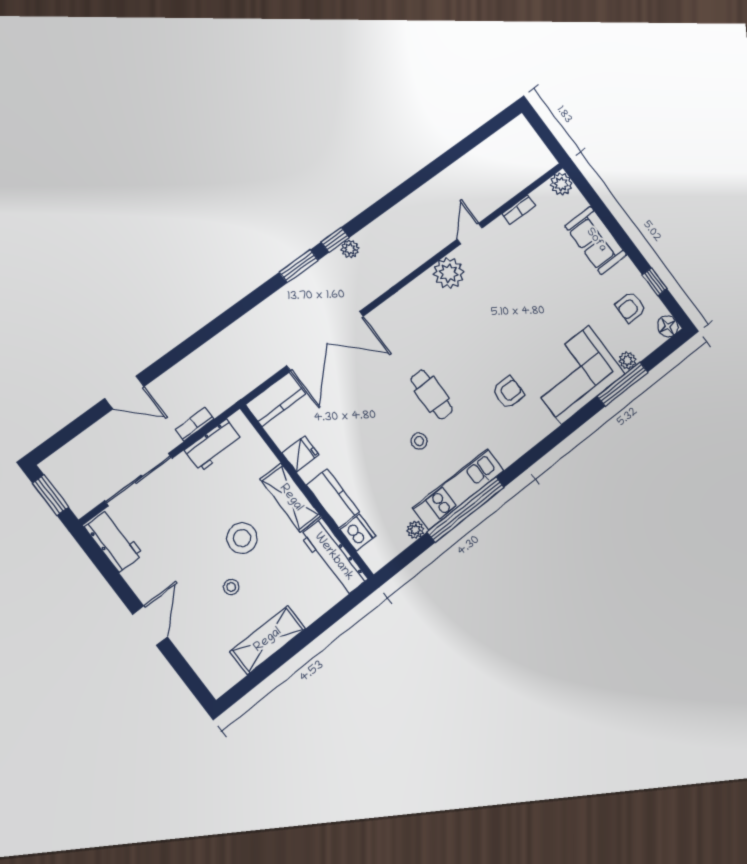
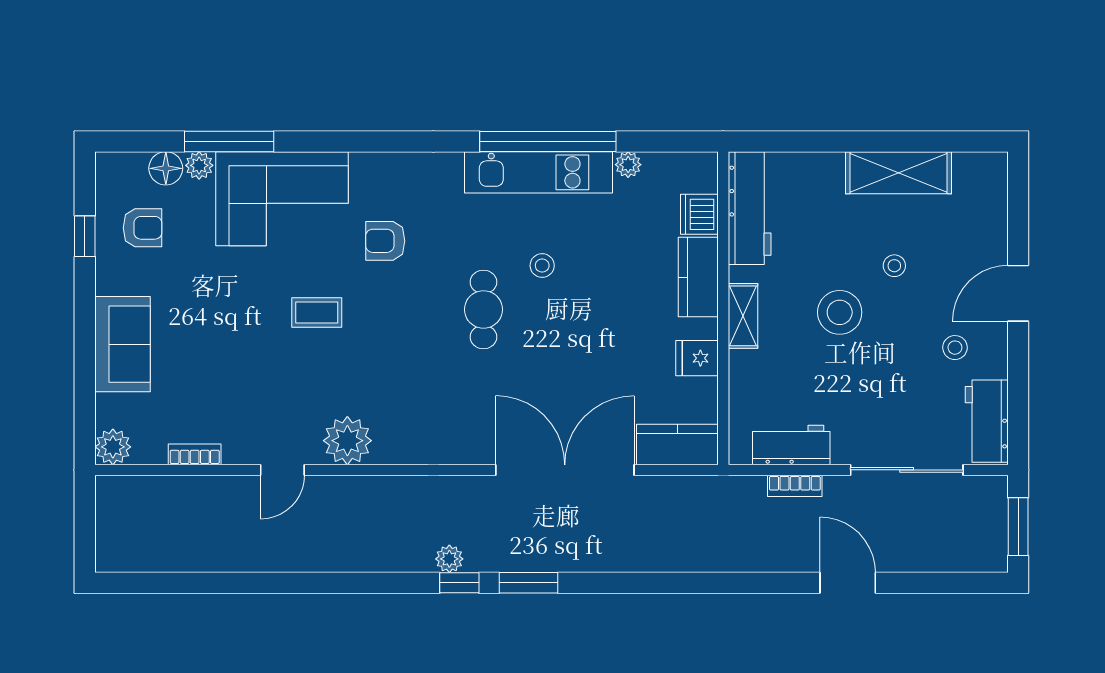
floor lamp: (668, 326) -> (166, 168), moved
coffee table: (514, 329) -> (317, 312), added
shelving: (291, 498) -> (743, 316), width x0.67, depth x0.75
stool: (163, 568) -> (955, 348), added

